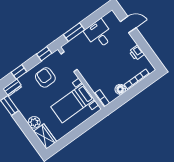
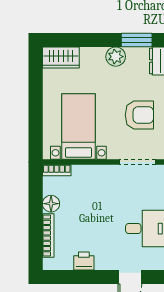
plant: (34, 122) -> (116, 57), moved

